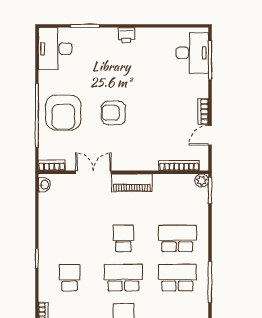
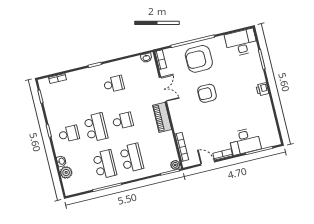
desk: (192, 53) -> (245, 141), moved
armchair: (113, 113) -> (207, 93), turned -90
school desk: (70, 278) -> (114, 84), moved

